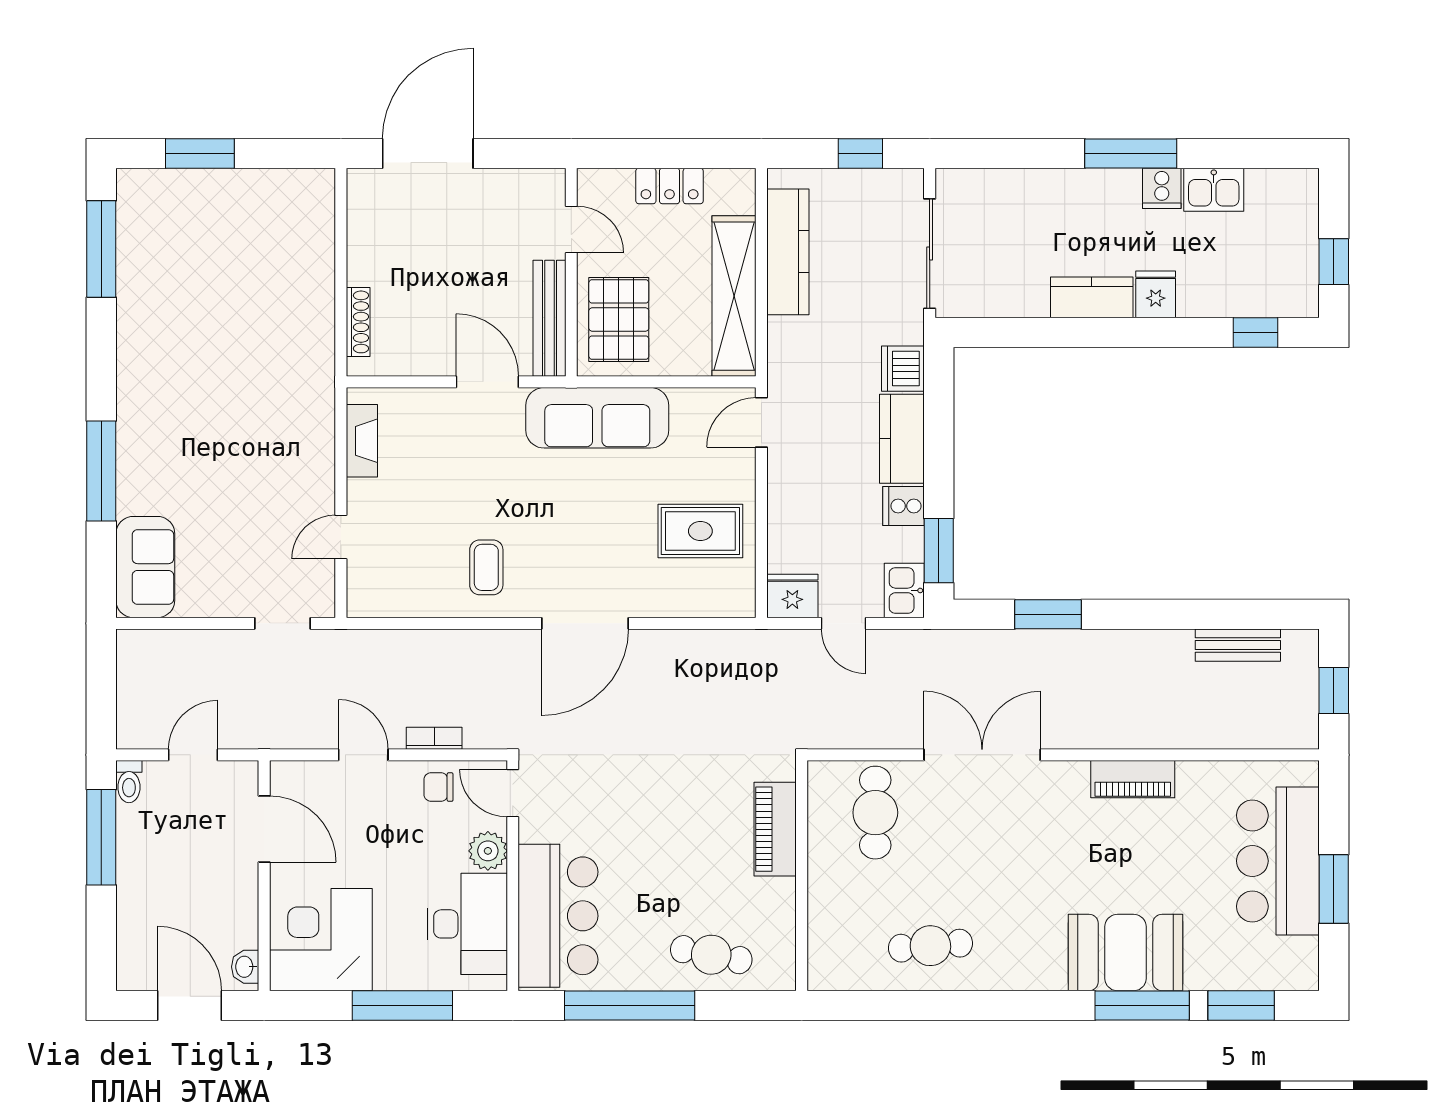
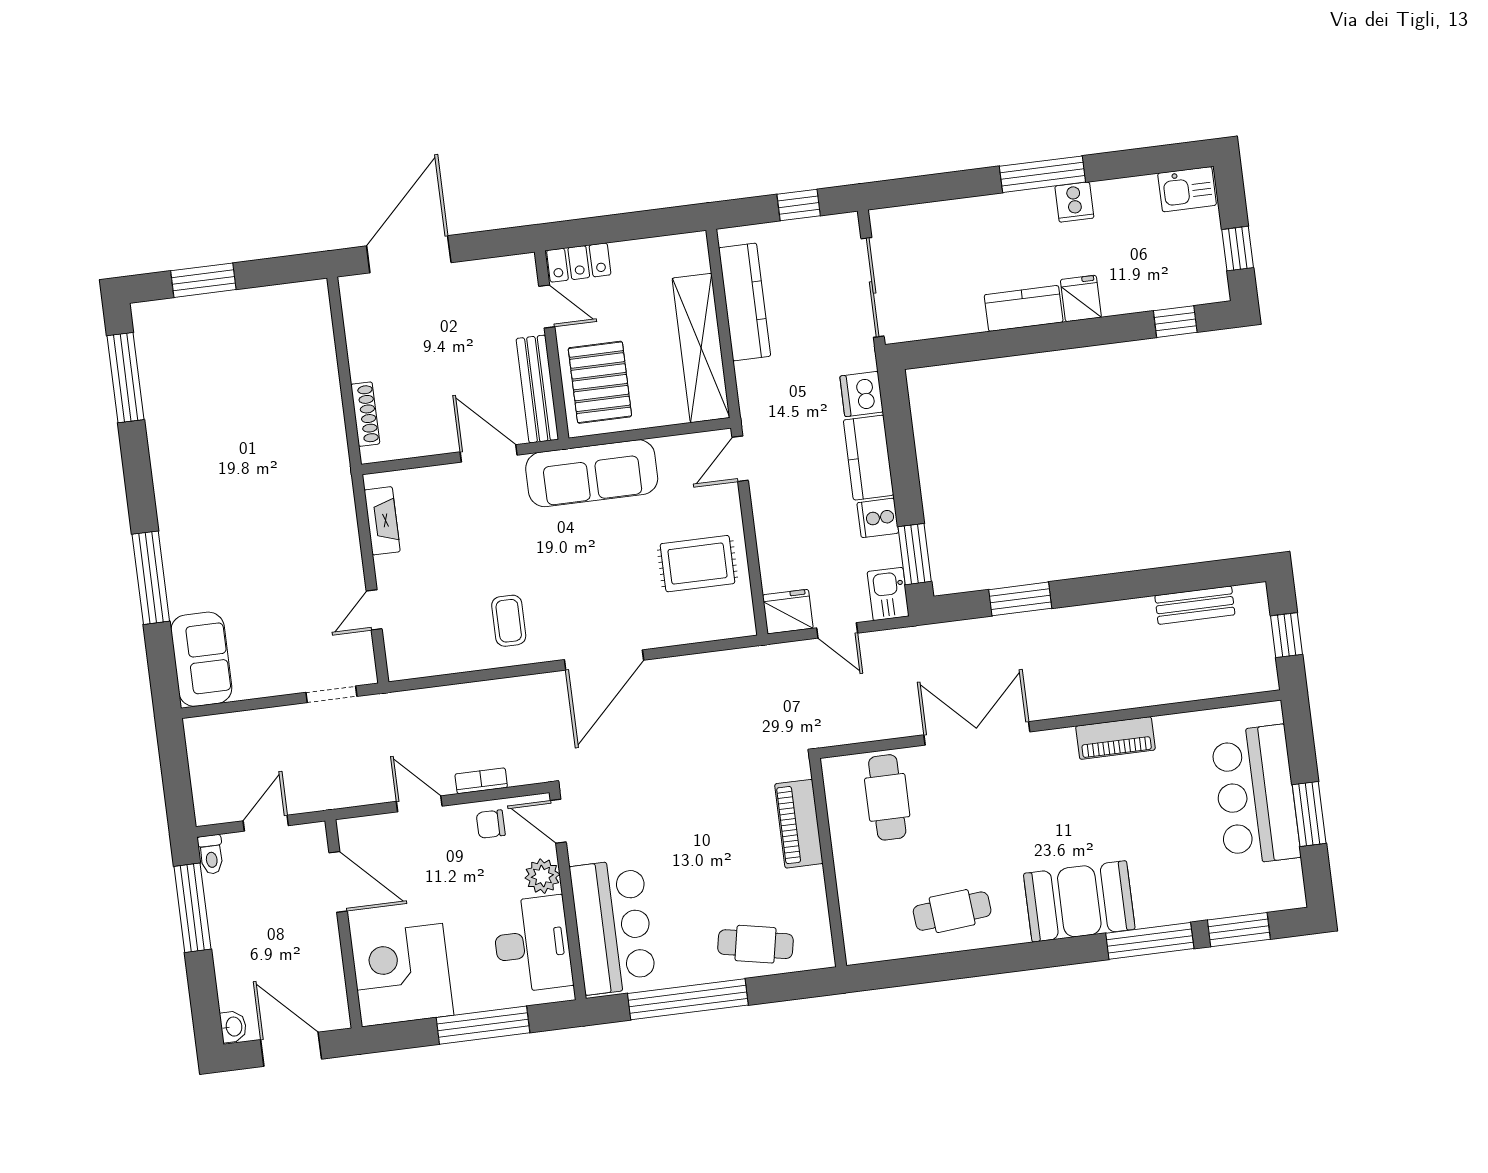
locker: (670, 186) -> (579, 263), moved
kitchen sink: (1214, 190) -> (1187, 189), moved
booth: (1126, 953) -> (1079, 901), moved
washbasin: (245, 967) -> (233, 1027), moved, turned 180

